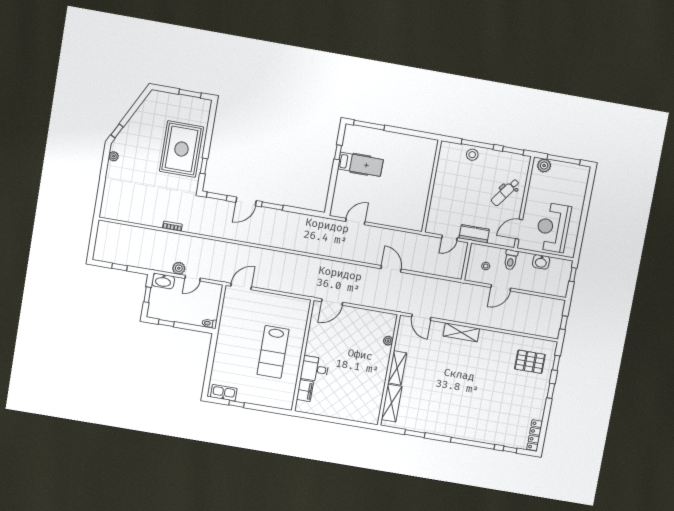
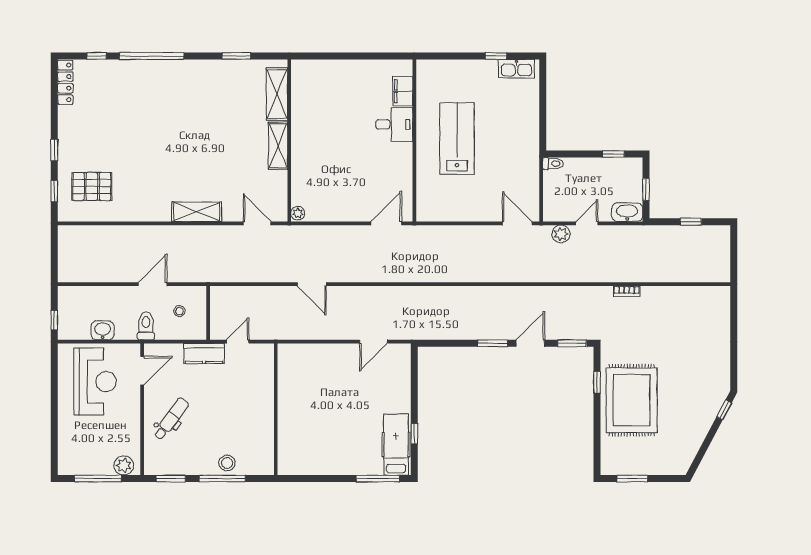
plant: (114, 156) -> (724, 374), removed
hospital bed: (360, 164) -> (396, 445), moved, turned 90
plant: (179, 268) -> (561, 234), moved
door: (241, 286) -> (517, 223), swing flipped
window: (564, 323) -> (54, 250), removed
plant: (388, 341) -> (298, 213), moved

